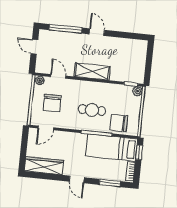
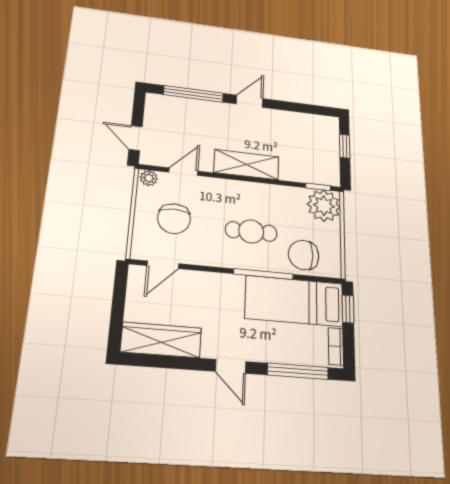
door: (97, 32) -> (250, 101), hinge flipped
door: (34, 47) -> (135, 138), moved
window: (149, 59) -> (345, 146), added
door: (58, 76) -> (183, 172), hinge flipped
plant: (138, 91) -> (324, 206), width x1.88, depth x1.88
window: (110, 183) -> (298, 371), width x1.44

